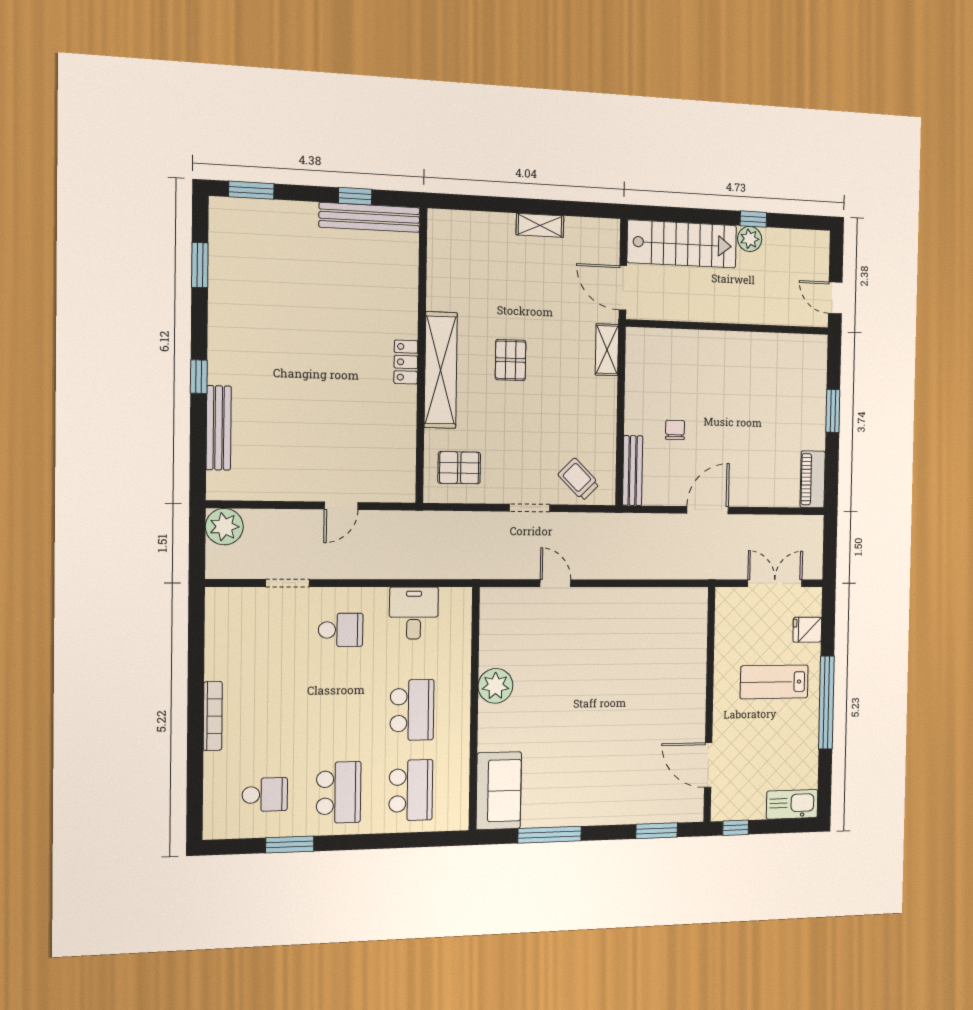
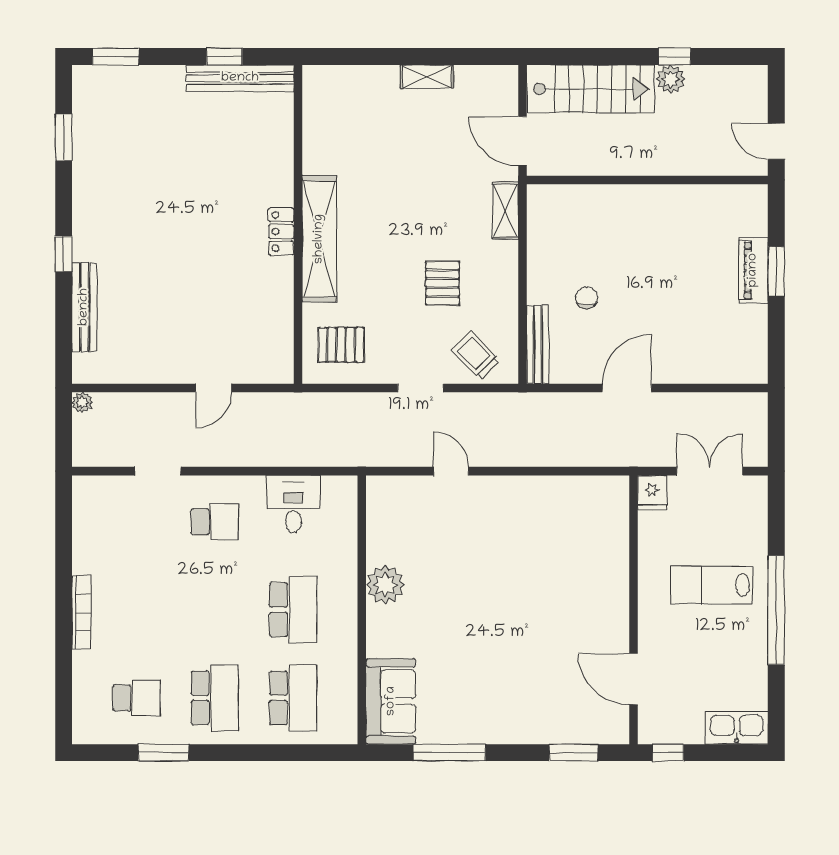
pallet: (511, 360) -> (443, 283), moved
piano: (813, 479) -> (753, 270), moved
plant: (224, 527) -> (82, 402), width x0.53, depth x0.53
fridge: (807, 630) -> (652, 493), moved, turned -90

